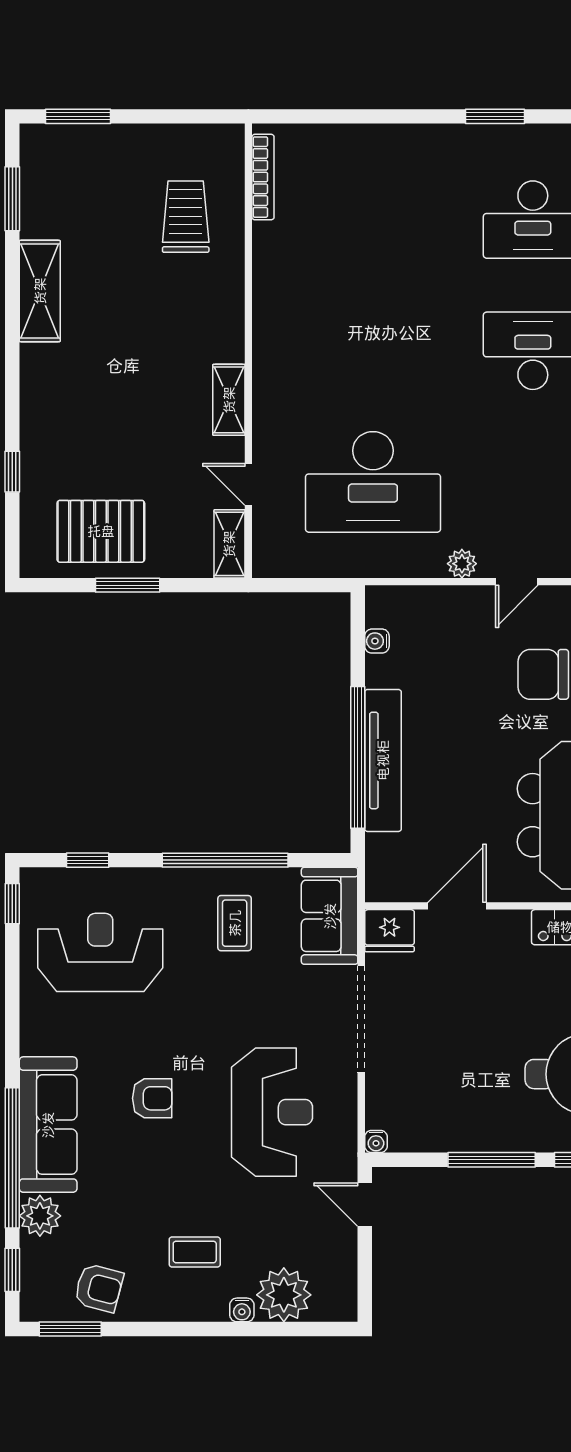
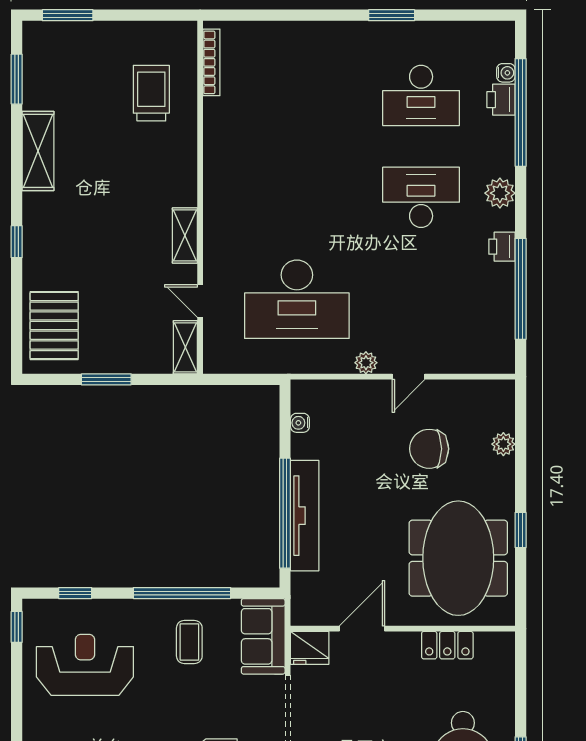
window: (12, 472) -> (17, 242), moved
pallet: (101, 531) -> (54, 326), moved, turned 90

